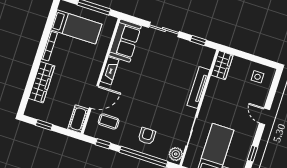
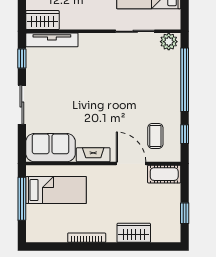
bed: (76, 27) -> (56, 190), moved, turned 90
wardrobe: (42, 82) -> (134, 233), width x0.67
tv unit: (198, 88) -> (52, 40), moved
armchair: (147, 136) -> (158, 84), removed

